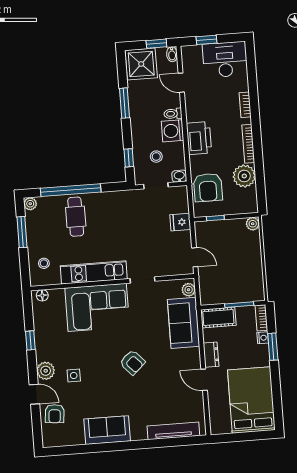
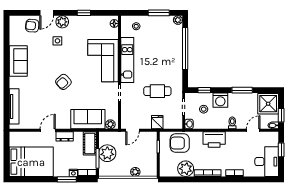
washing machine: (173, 131) -> (220, 100), moved, turned 180
cafe table: (76, 217) -> (157, 91), moved
plant: (253, 224) -> (135, 172), moved
plant: (231, 291) -> (107, 153), added

